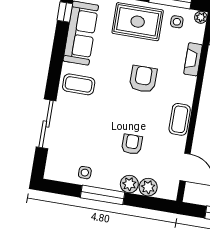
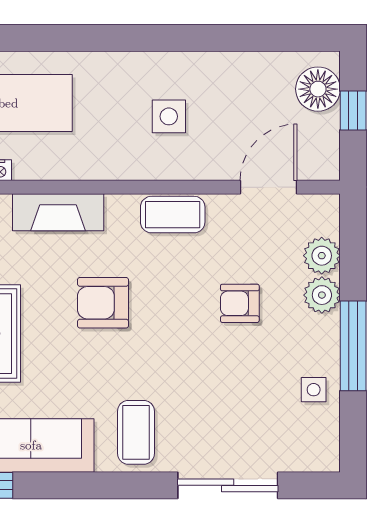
fireplace: (193, 59) -> (58, 212), width x1.37, depth x1.32

